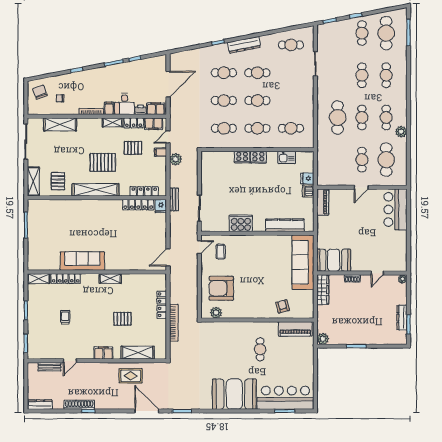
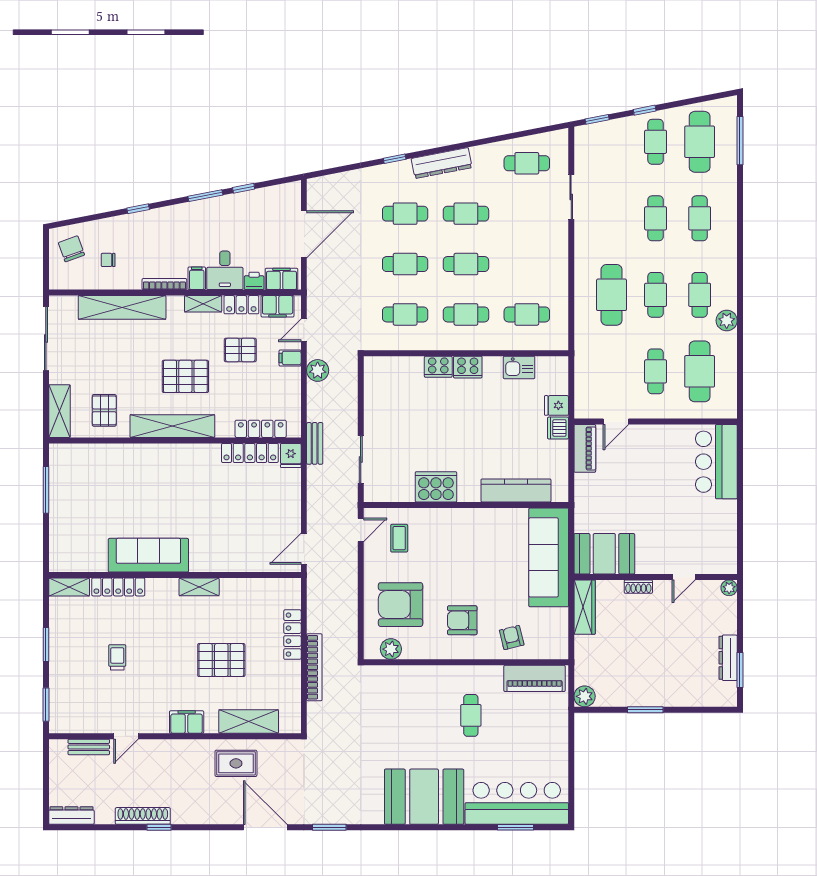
shelving: (60, 124) -> (122, 307), width x1.47
door: (361, 187) -> (616, 422), moved
armchair: (255, 297) -> (462, 620), added
pallet: (123, 319) -> (221, 660), width x1.50, depth x1.42

